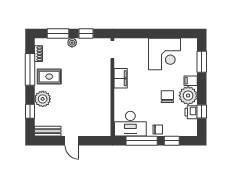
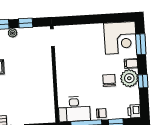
corner desk: (165, 54) -> (120, 38), moved
filing cabinet: (121, 78) -> (62, 65), removed
printer: (191, 112) -> (134, 111), moved
window: (202, 112) -> (143, 81), moved

